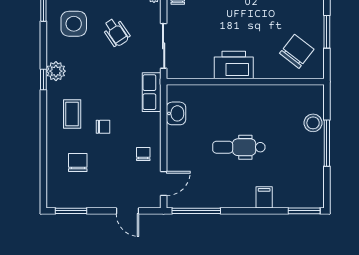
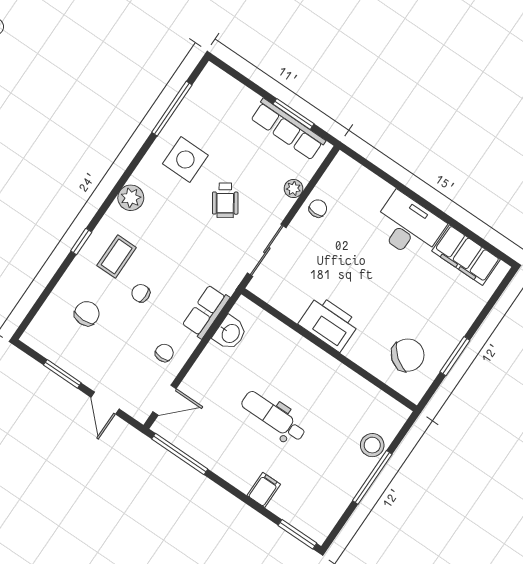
window: (43, 79) -> (81, 241), moved
row of seats: (152, 92) -> (206, 312), moved
chair: (103, 127) -> (141, 293), turned 180
window: (71, 211) -> (62, 374), moved

